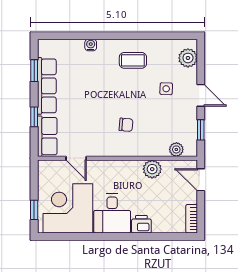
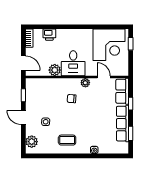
plant: (176, 149) -> (85, 83), moved
desk: (112, 213) -> (73, 63), moved, turned 180
printer: (141, 224) -> (49, 35), moved

